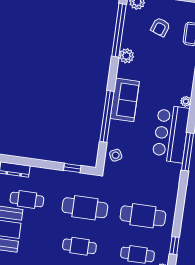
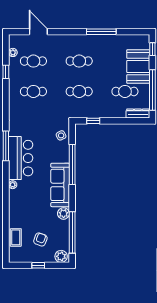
sofa: (125, 100) -> (60, 185), width x1.36
cafe table: (85, 208) -> (79, 91), width x0.73, depth x0.74
cafe table: (143, 216) -> (33, 91), width x0.73, depth x0.74

